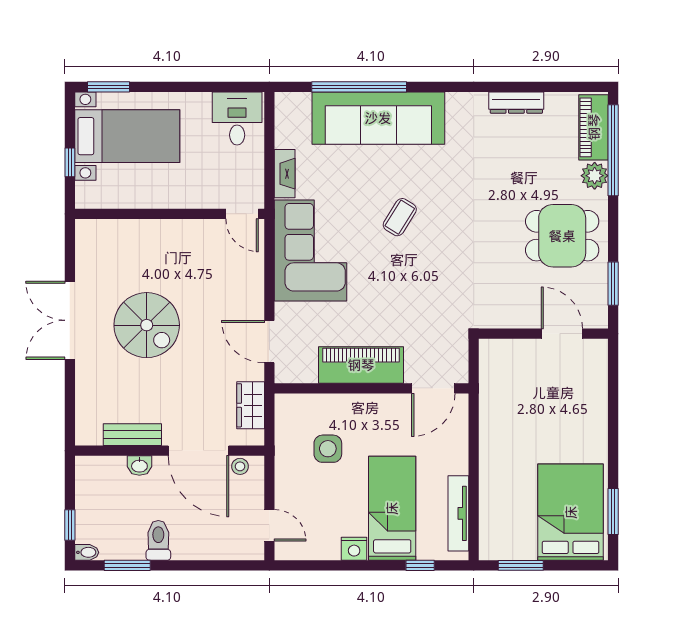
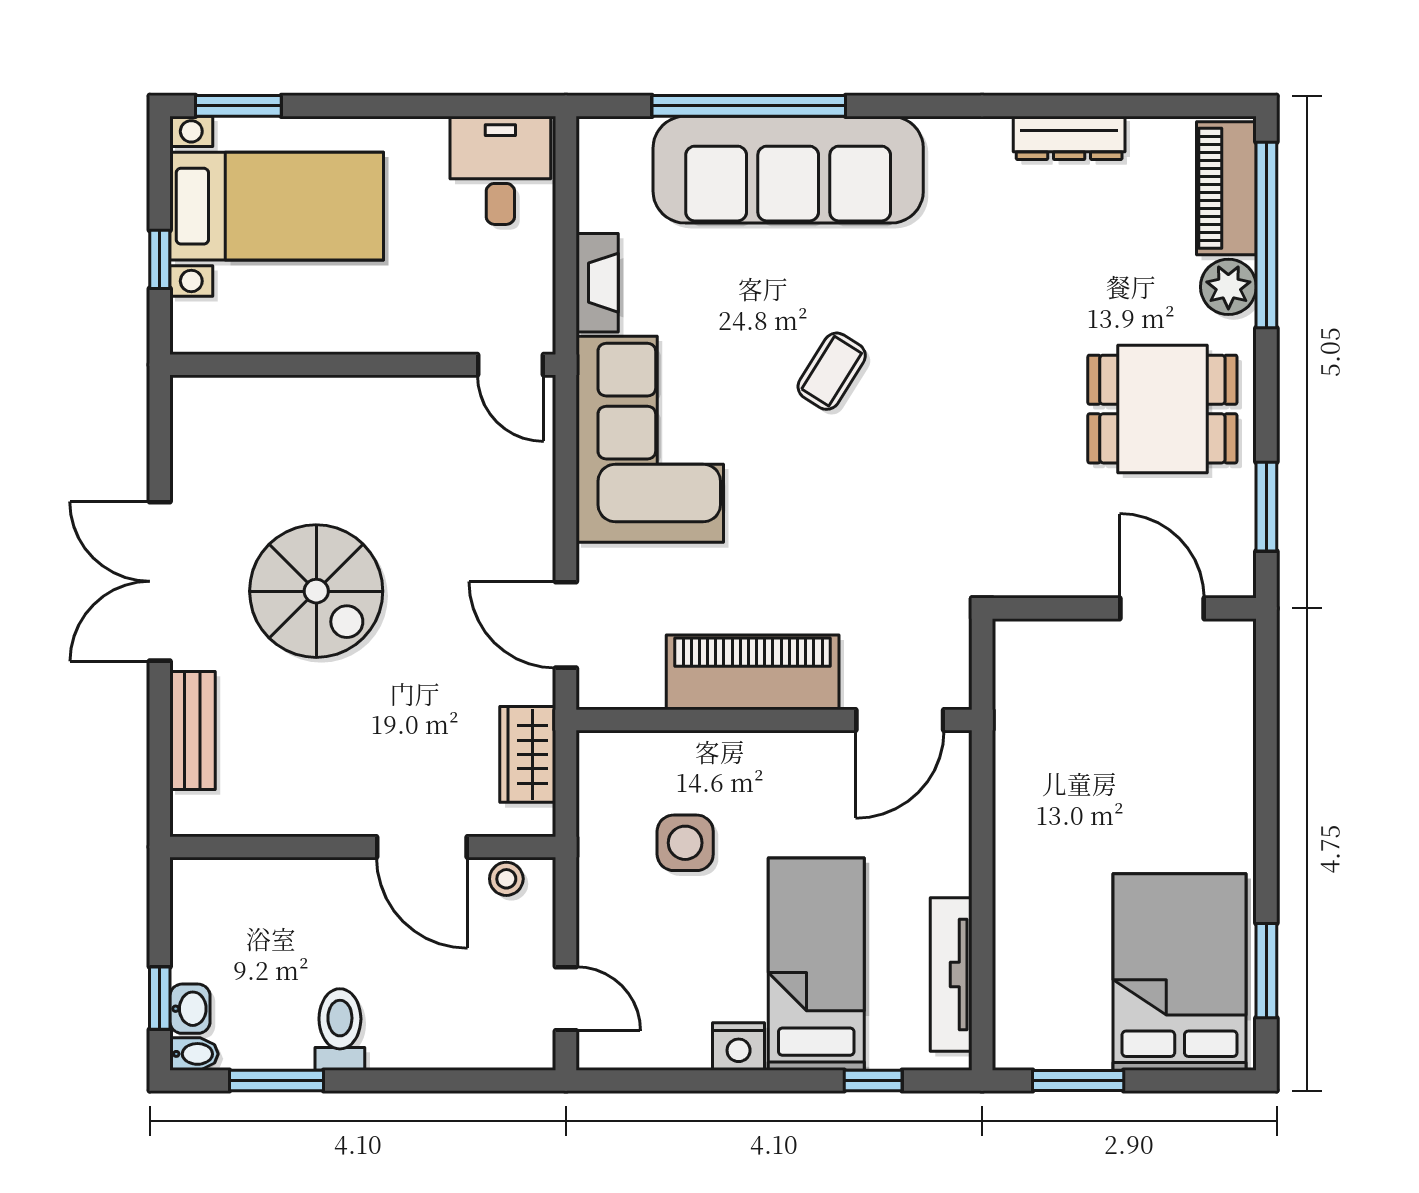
bench: (132, 435) -> (193, 730), moved, turned 90
door: (199, 451) -> (422, 847), width x0.73
washbasin: (139, 466) -> (190, 1009), moved, turned -90

